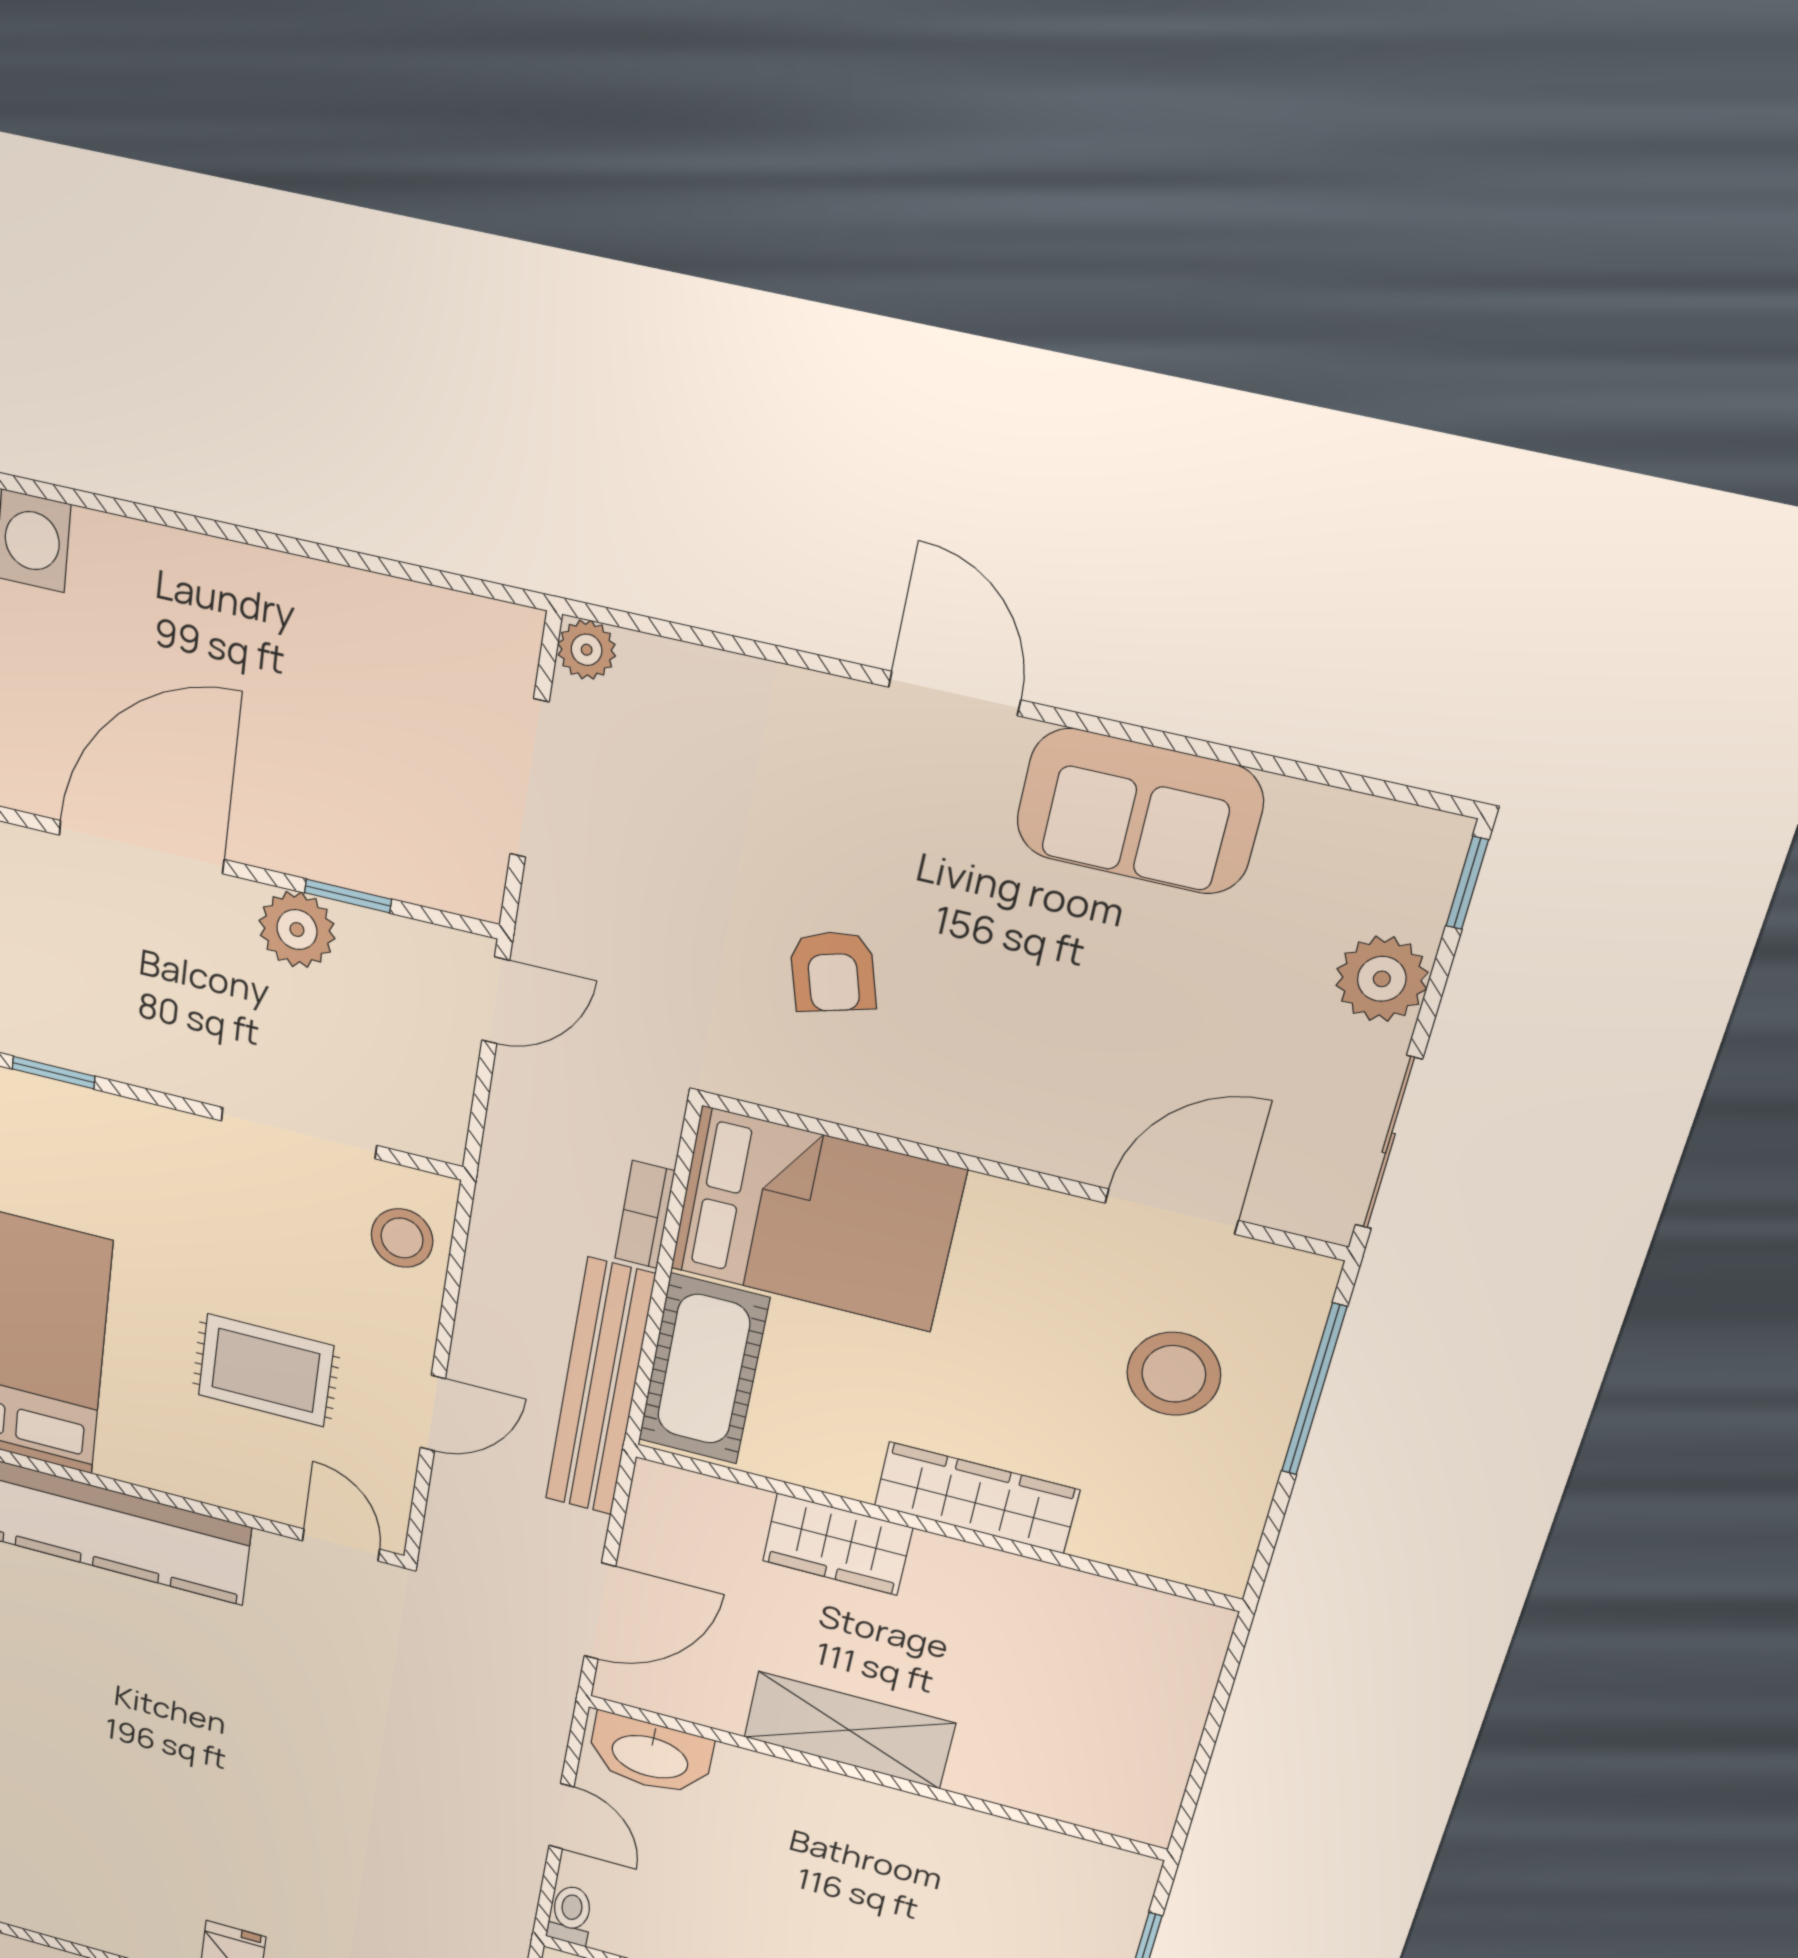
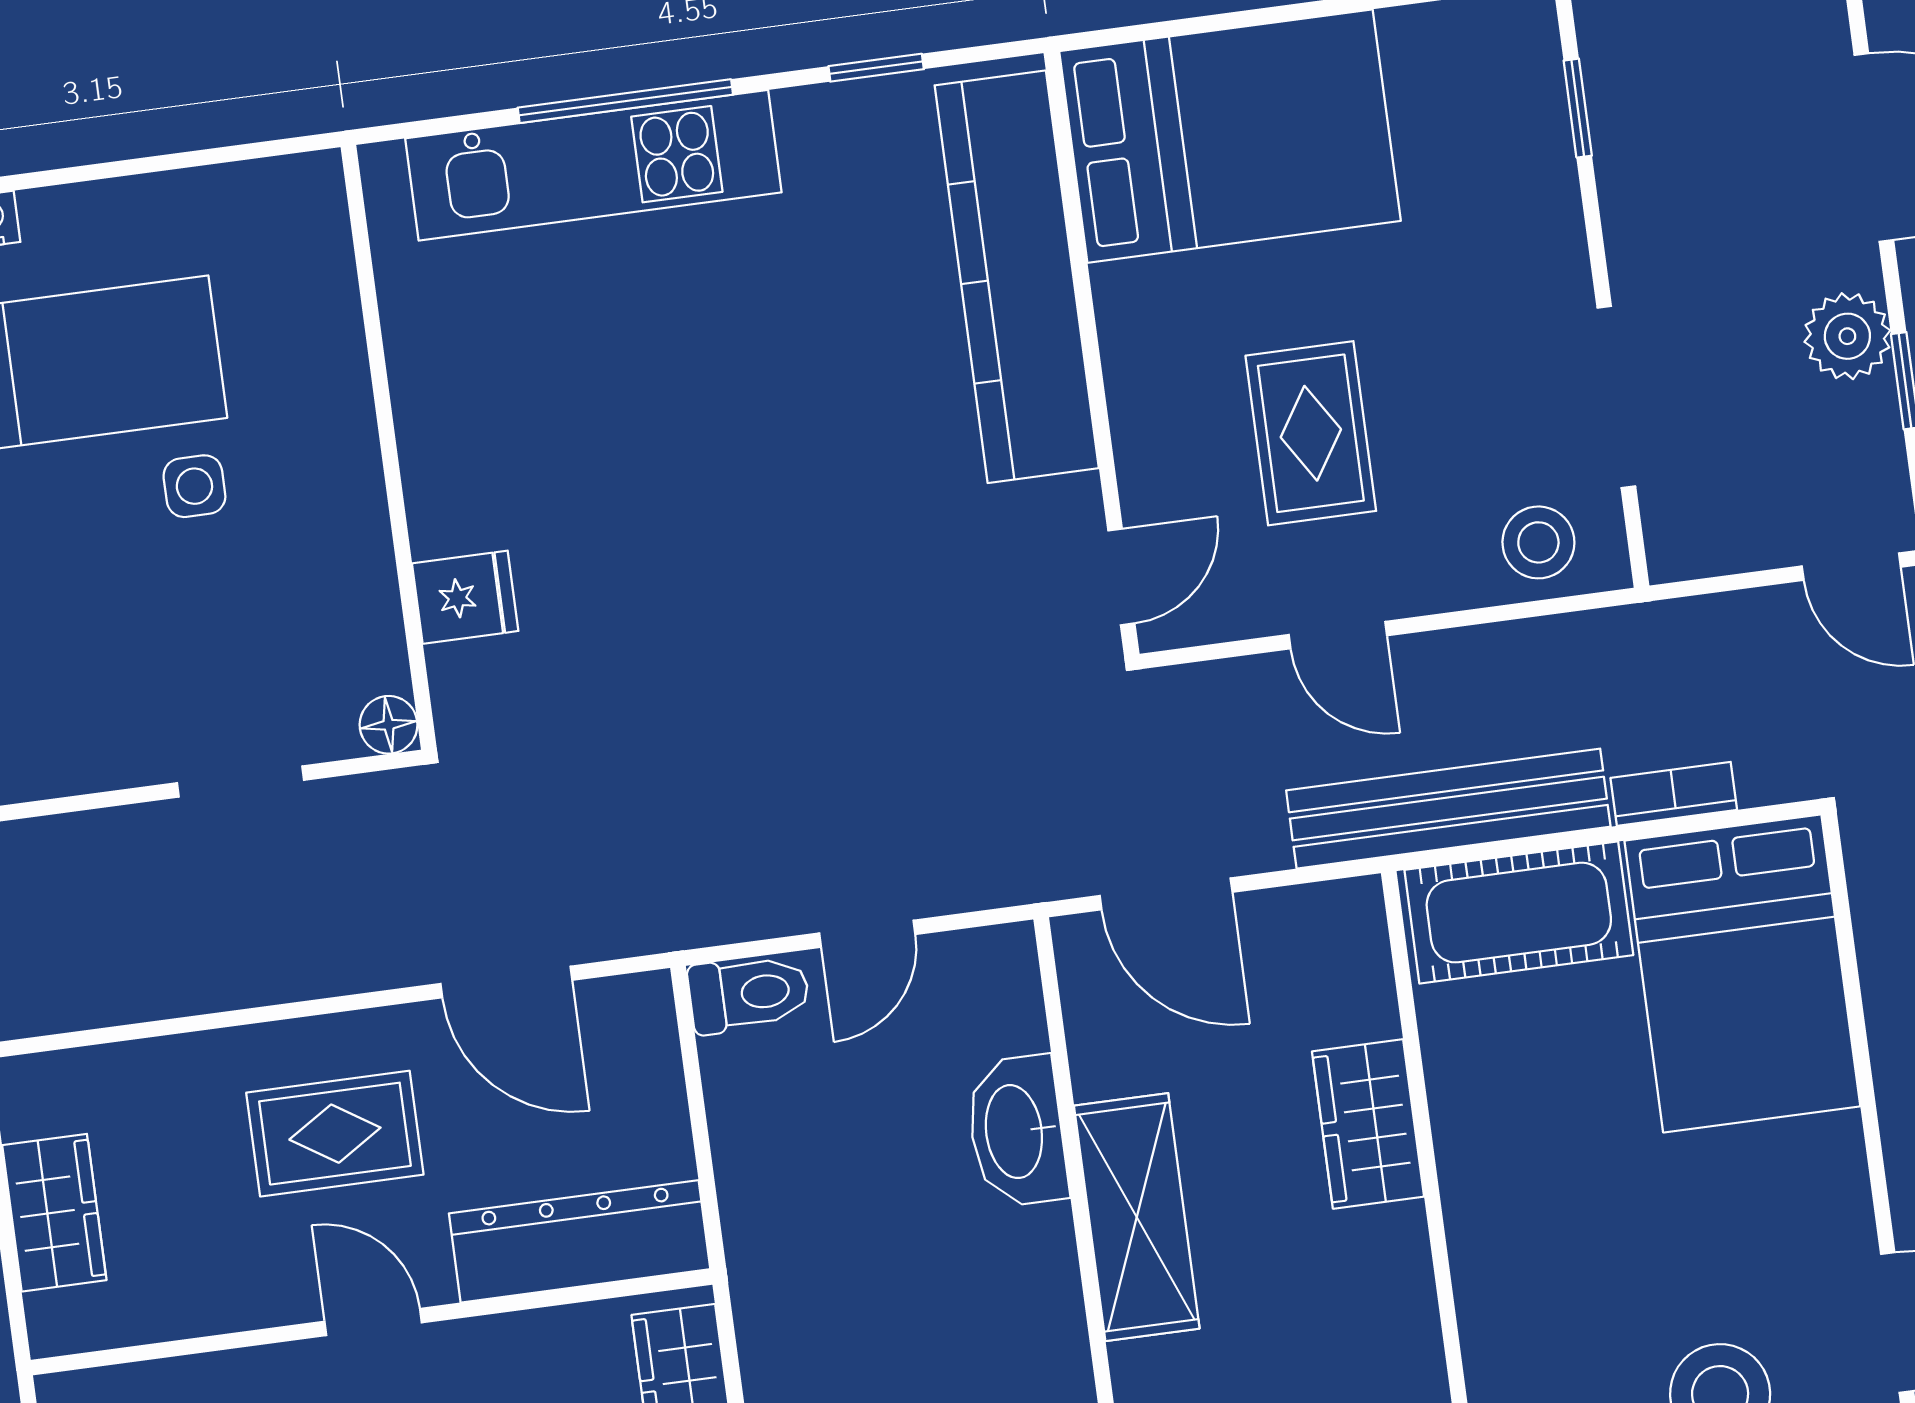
wardrobe: (977, 1498) -> (1490, 1250), removed
washbasin: (650, 1755) -> (1017, 1131), moved
toilet: (571, 1915) -> (749, 994), width x1.37, depth x1.39

